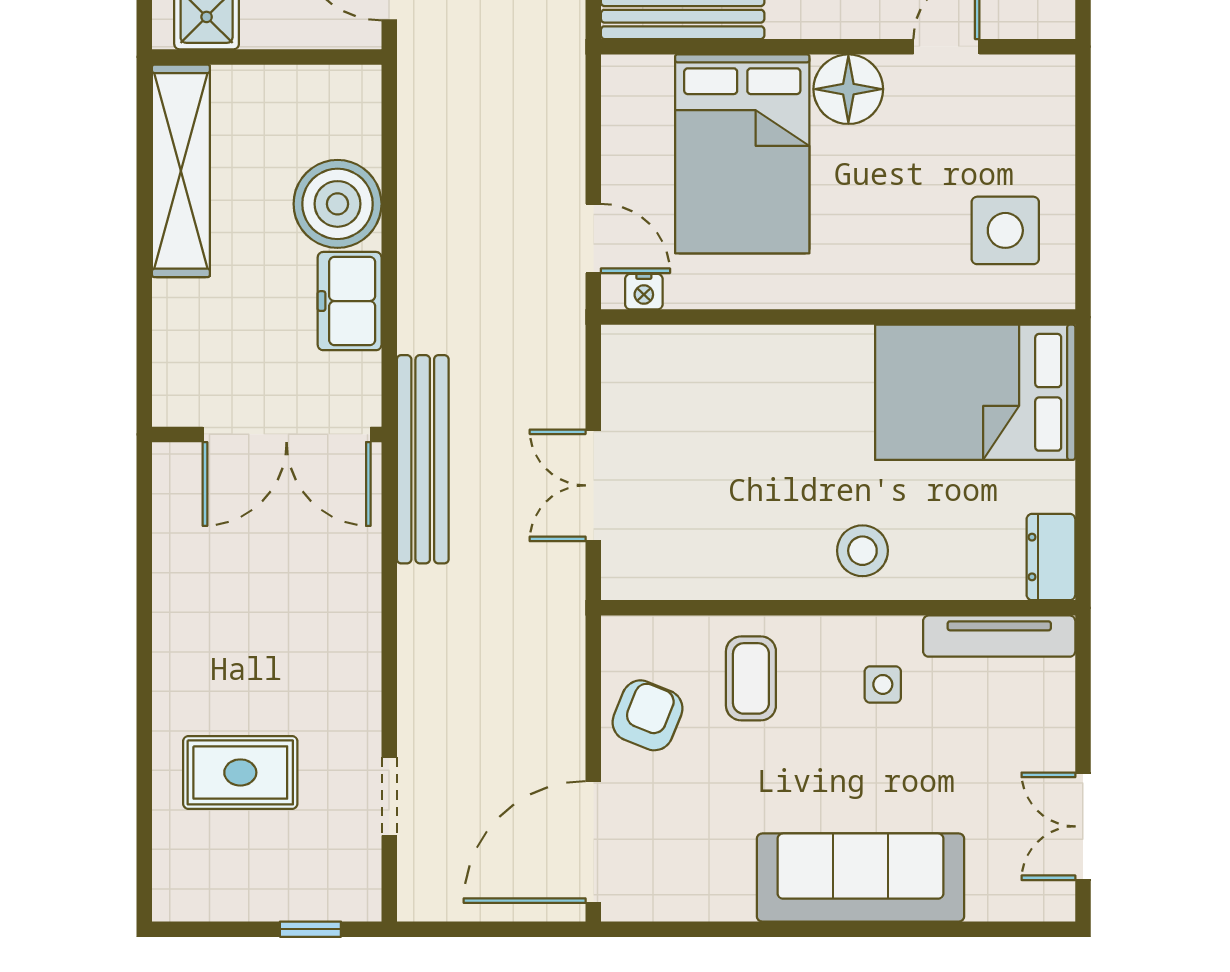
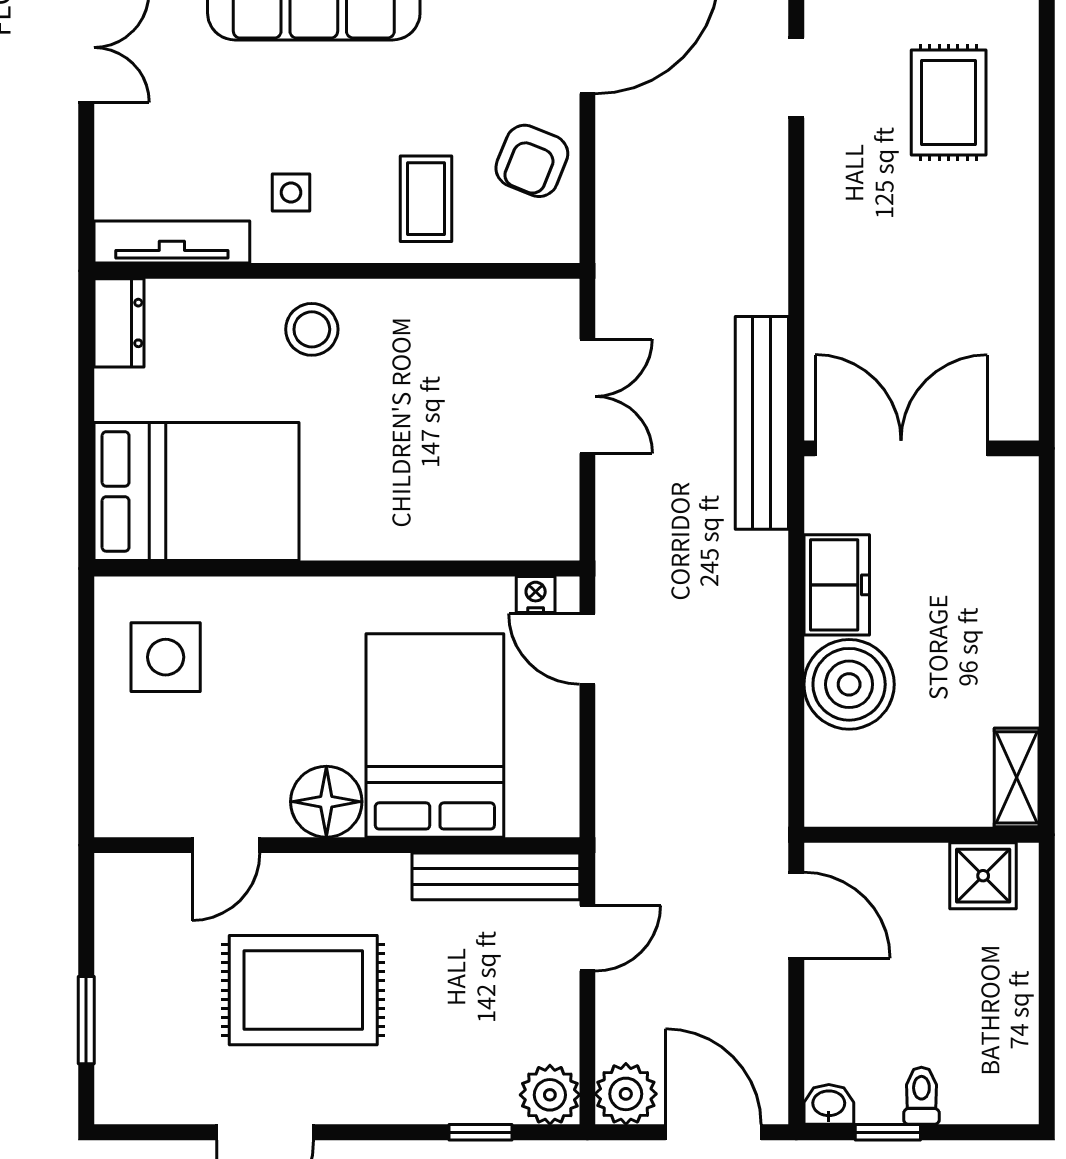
shelving: (181, 171) -> (1017, 777), width x0.45, depth x0.75
rug: (240, 772) -> (949, 102), turned 90

